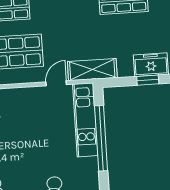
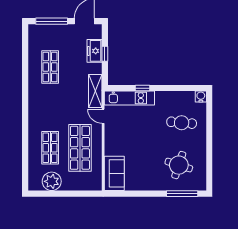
window: (101, 138) -> (142, 88), width x0.32

